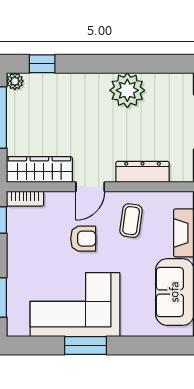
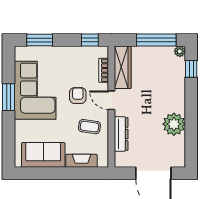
bookcase: (25, 199) -> (104, 70), moved
armchair: (83, 239) -> (78, 96), turned 180

